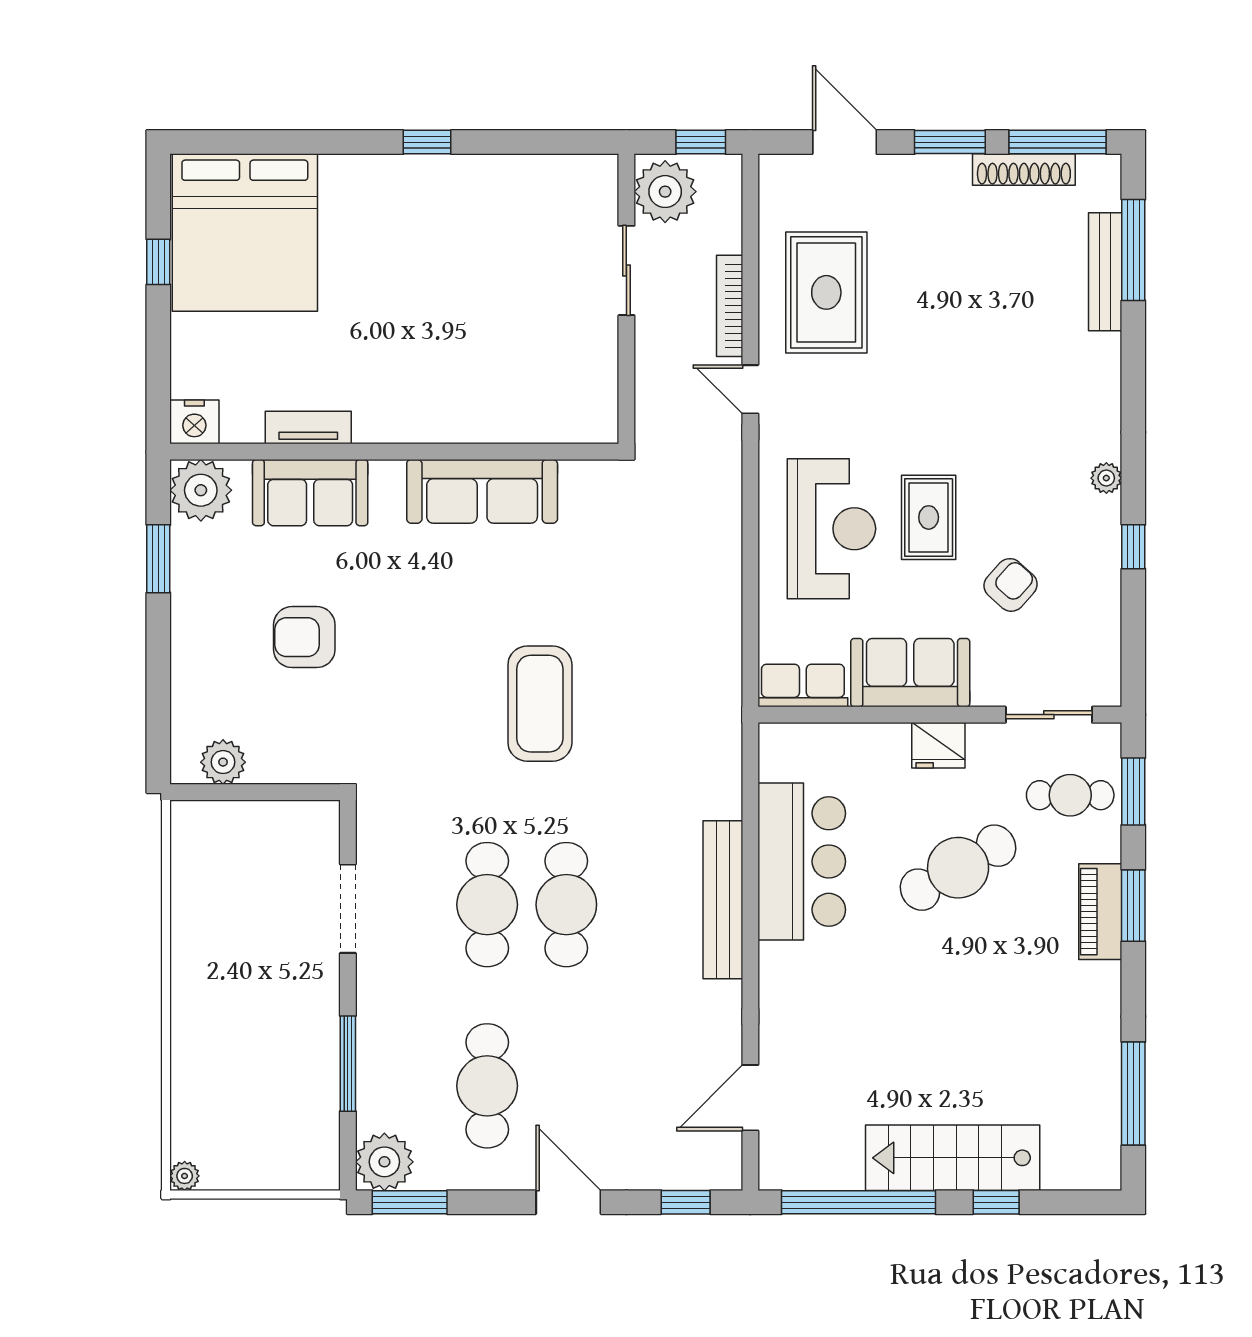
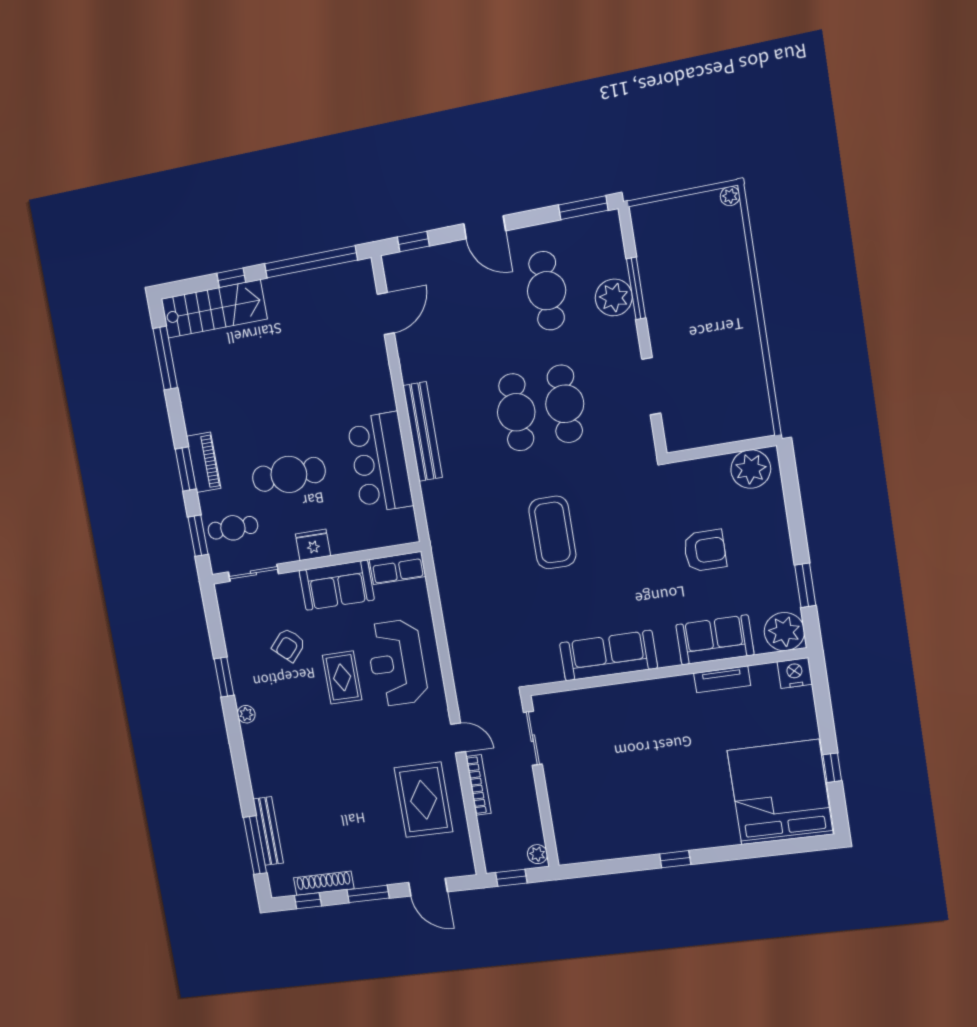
window: (1057, 142) -> (308, 901), width x0.46
plant: (665, 192) -> (537, 854), width x0.53, depth x0.53
sliding door: (626, 270) -> (533, 738), moved
window: (1133, 547) -> (224, 677), width x1.50
plant: (223, 762) -> (751, 469), width x1.36, depth x1.36
cafe table: (958, 868) -> (289, 474), turned 30
stairs: (953, 1158) -> (214, 309), moved
plant: (384, 1162) -> (614, 297), moved

